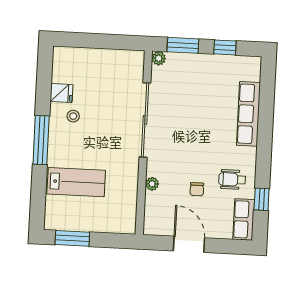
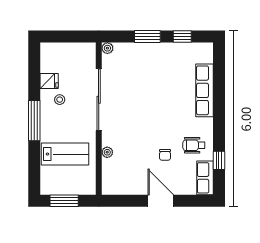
plant: (159, 58) -> (107, 48), moved
sliding door: (145, 120) -> (99, 100), moved
wall: (144, 143) -> (99, 119), moved
plant: (152, 184) -> (107, 152), moved

